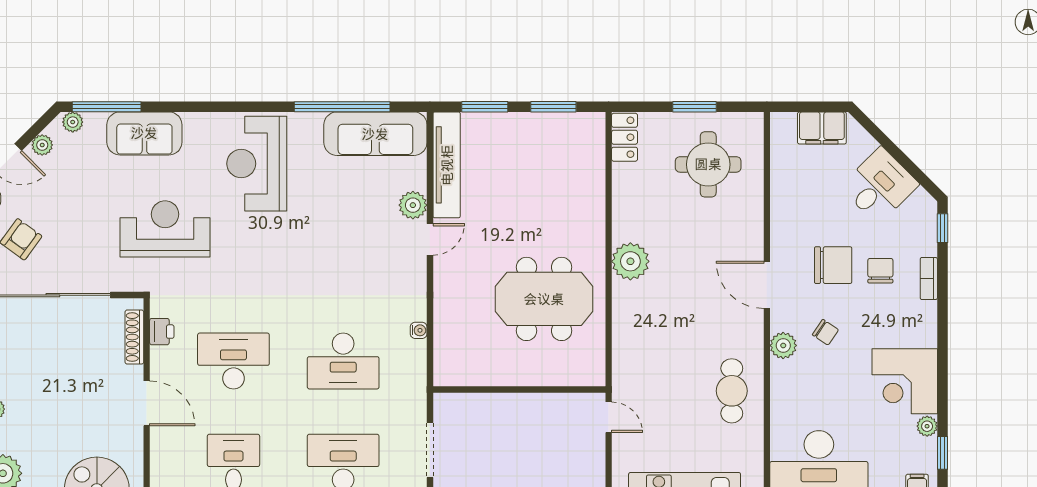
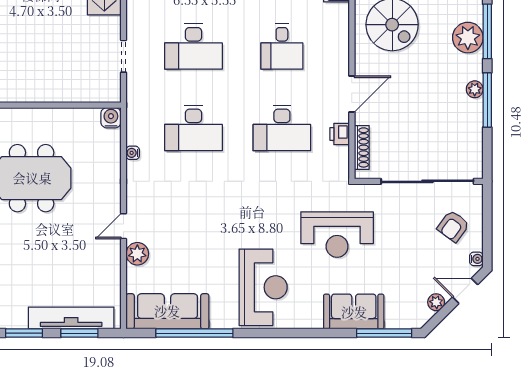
plant: (73, 122) -> (412, 321), removed
tv unit: (447, 165) -> (71, 318), moved, turned 90
printer: (162, 332) -> (340, 134), moved
desk: (343, 361) -> (193, 128), turned 180
water cooler: (446, 374) -> (111, 118), added
door: (147, 403) -> (352, 94), swing flipped
doorway: (430, 450) -> (124, 56), width x0.73

